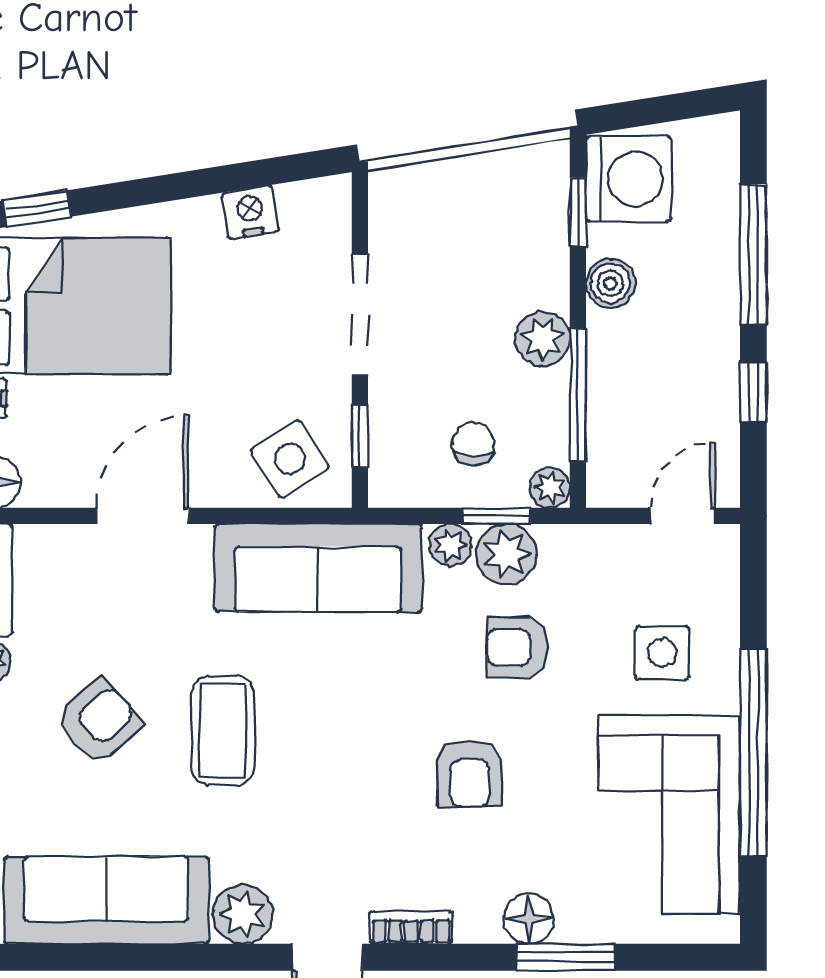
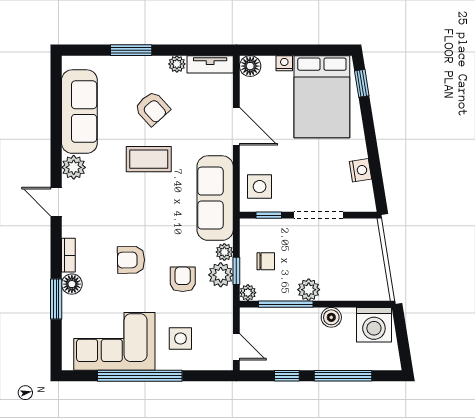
window: (578, 212) -> (360, 304), removed
side table: (290, 459) -> (260, 187), turned 32
bookcase: (411, 927) -> (68, 255), moved

